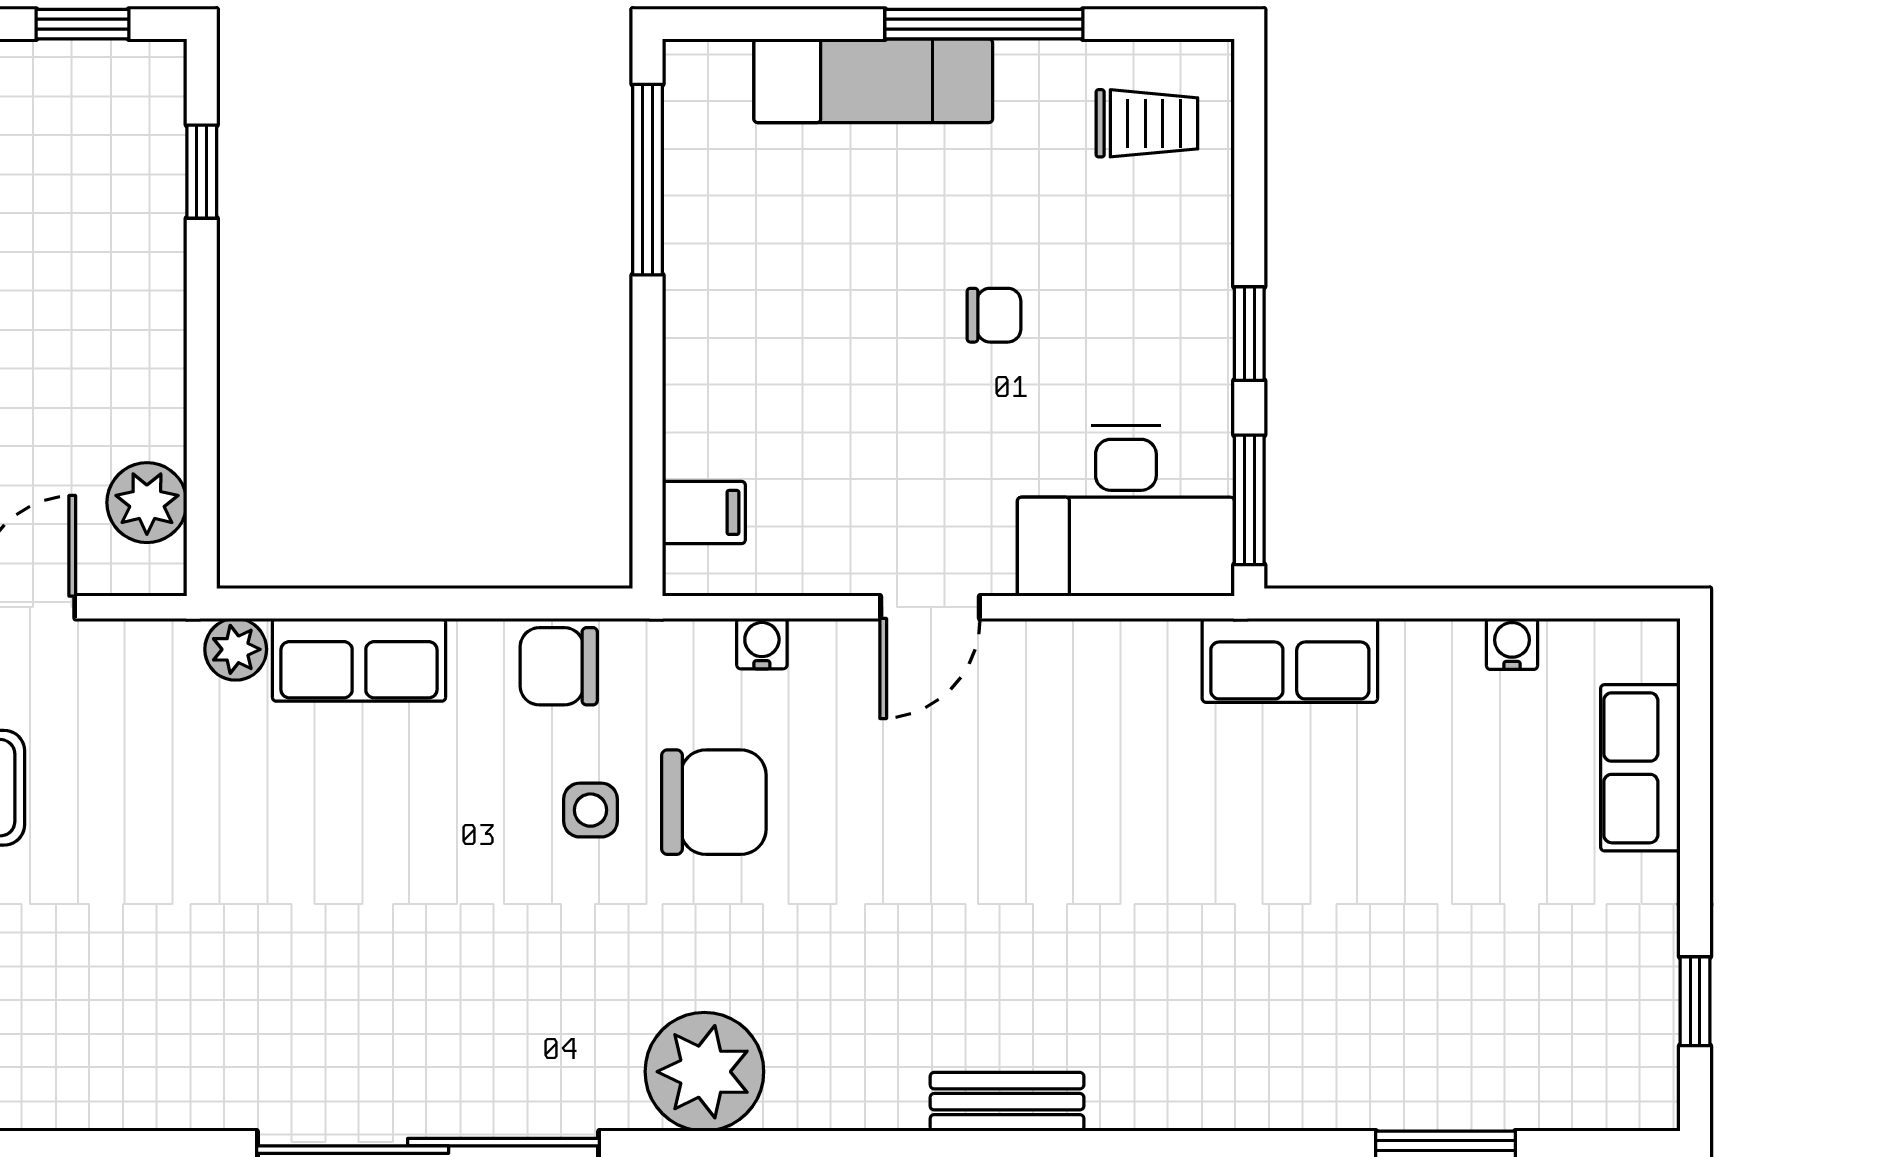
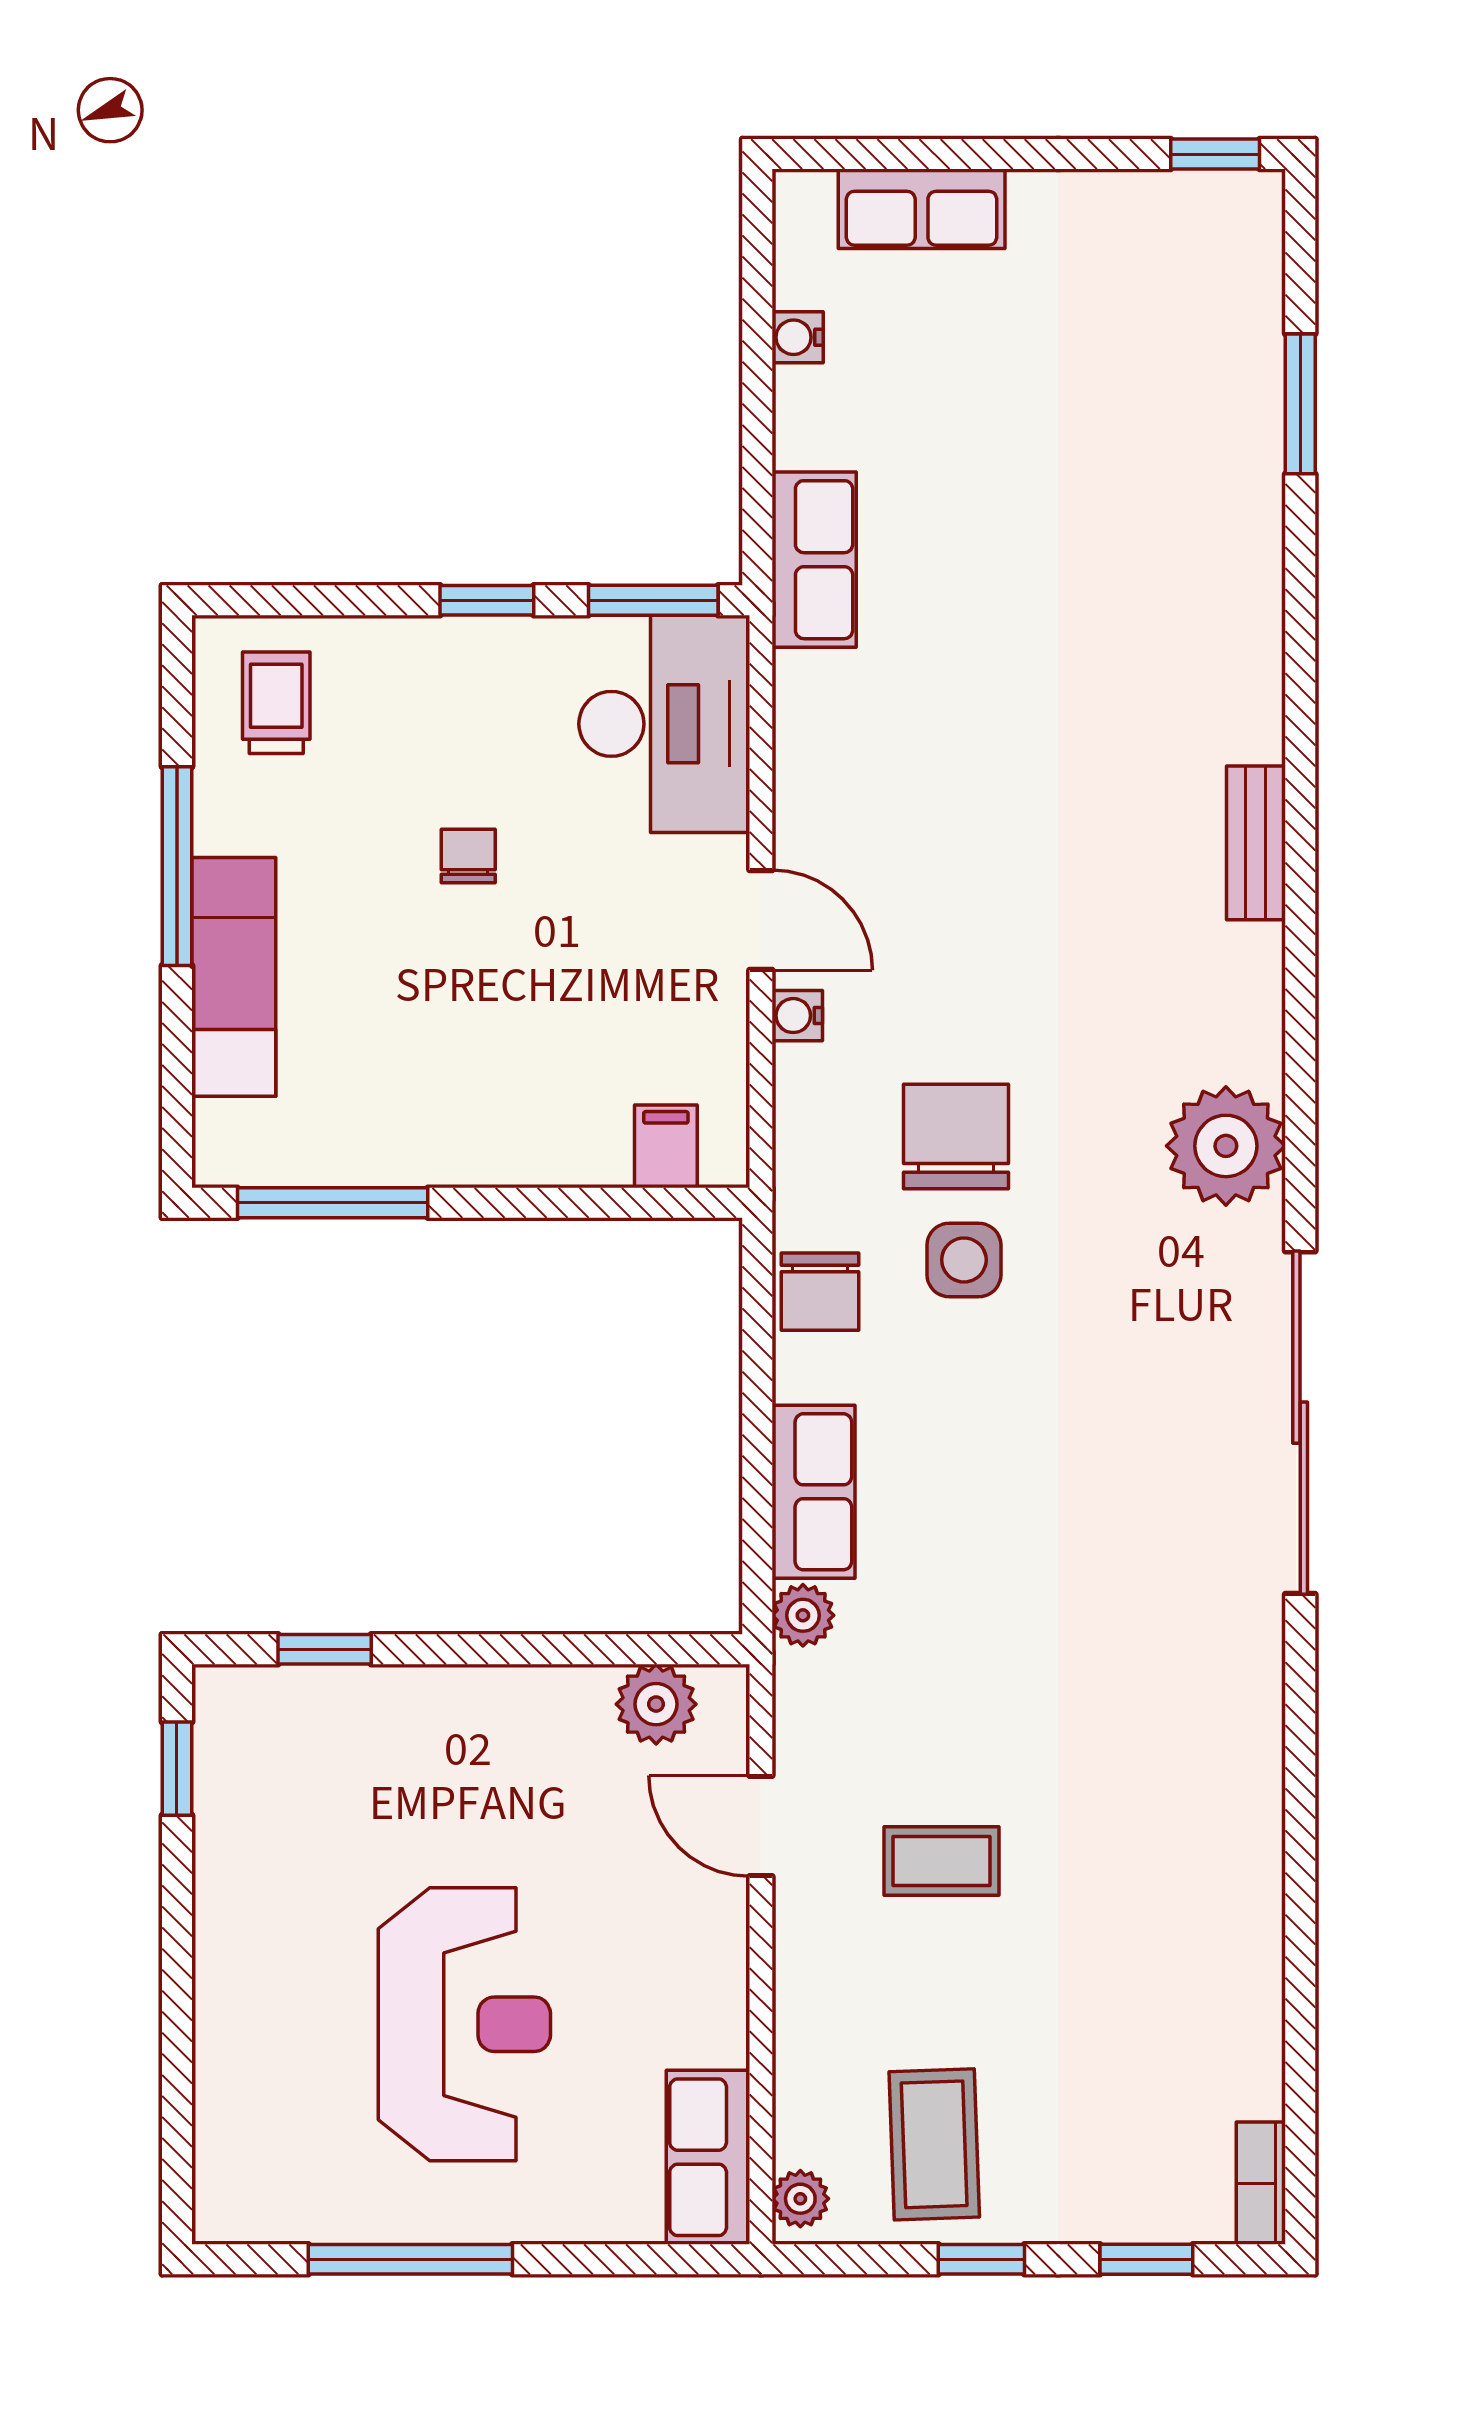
water cooler: (762, 644) -> (797, 1016), moved
side table: (591, 810) -> (964, 1260), width x1.37, depth x1.37
window: (1695, 1001) -> (1215, 154), moved

